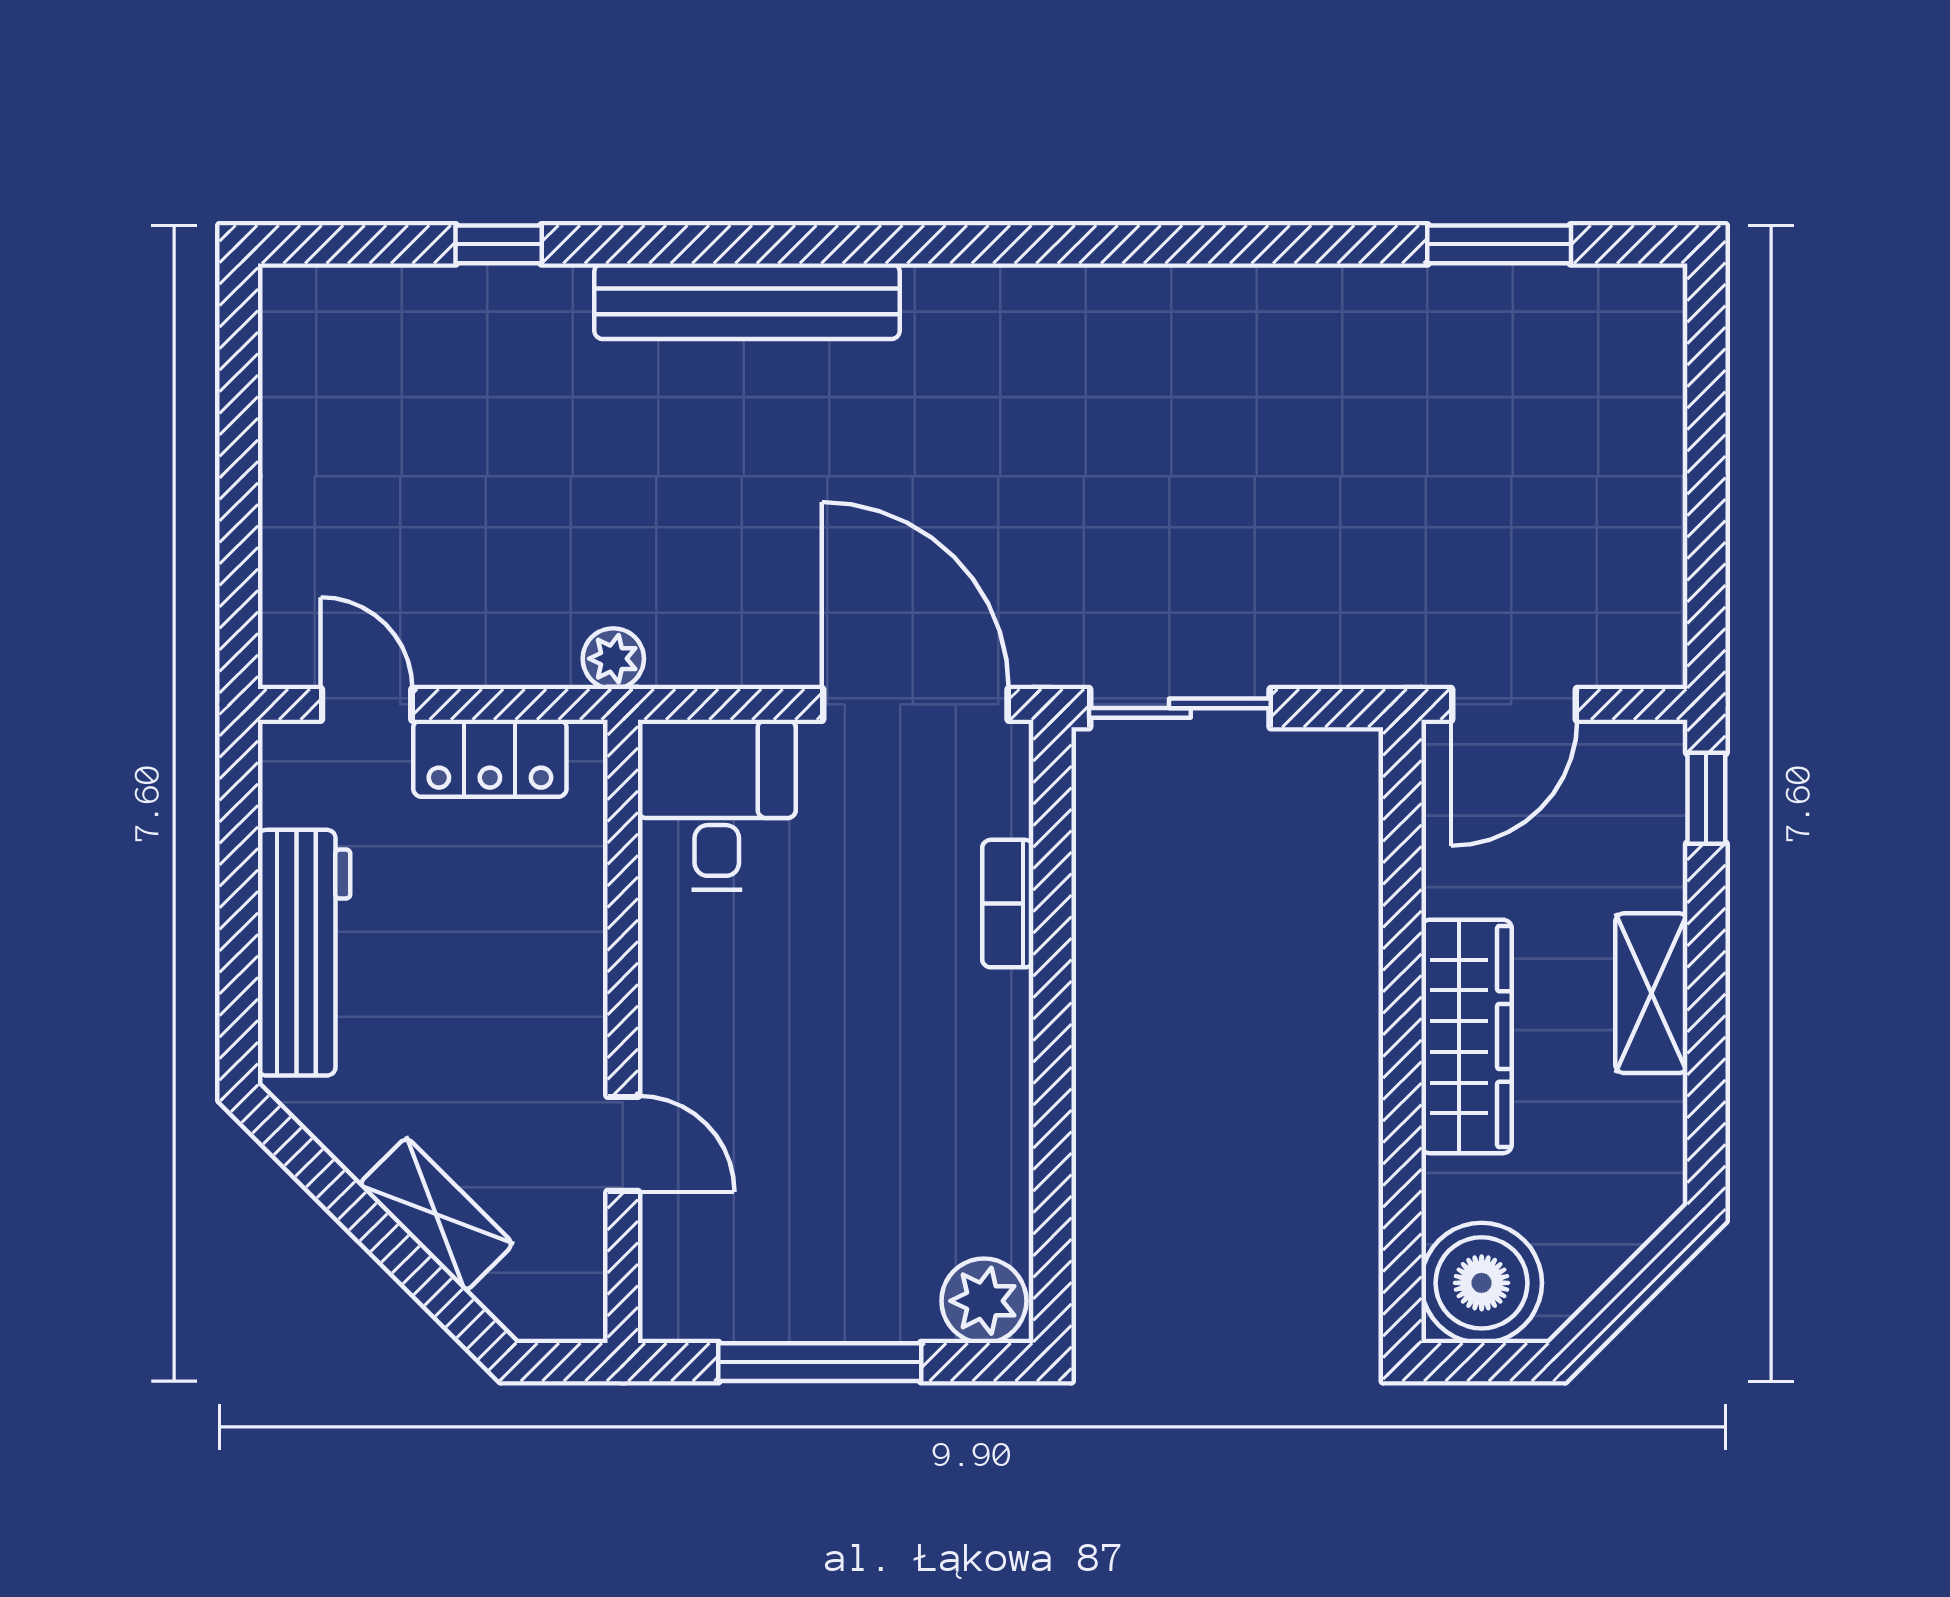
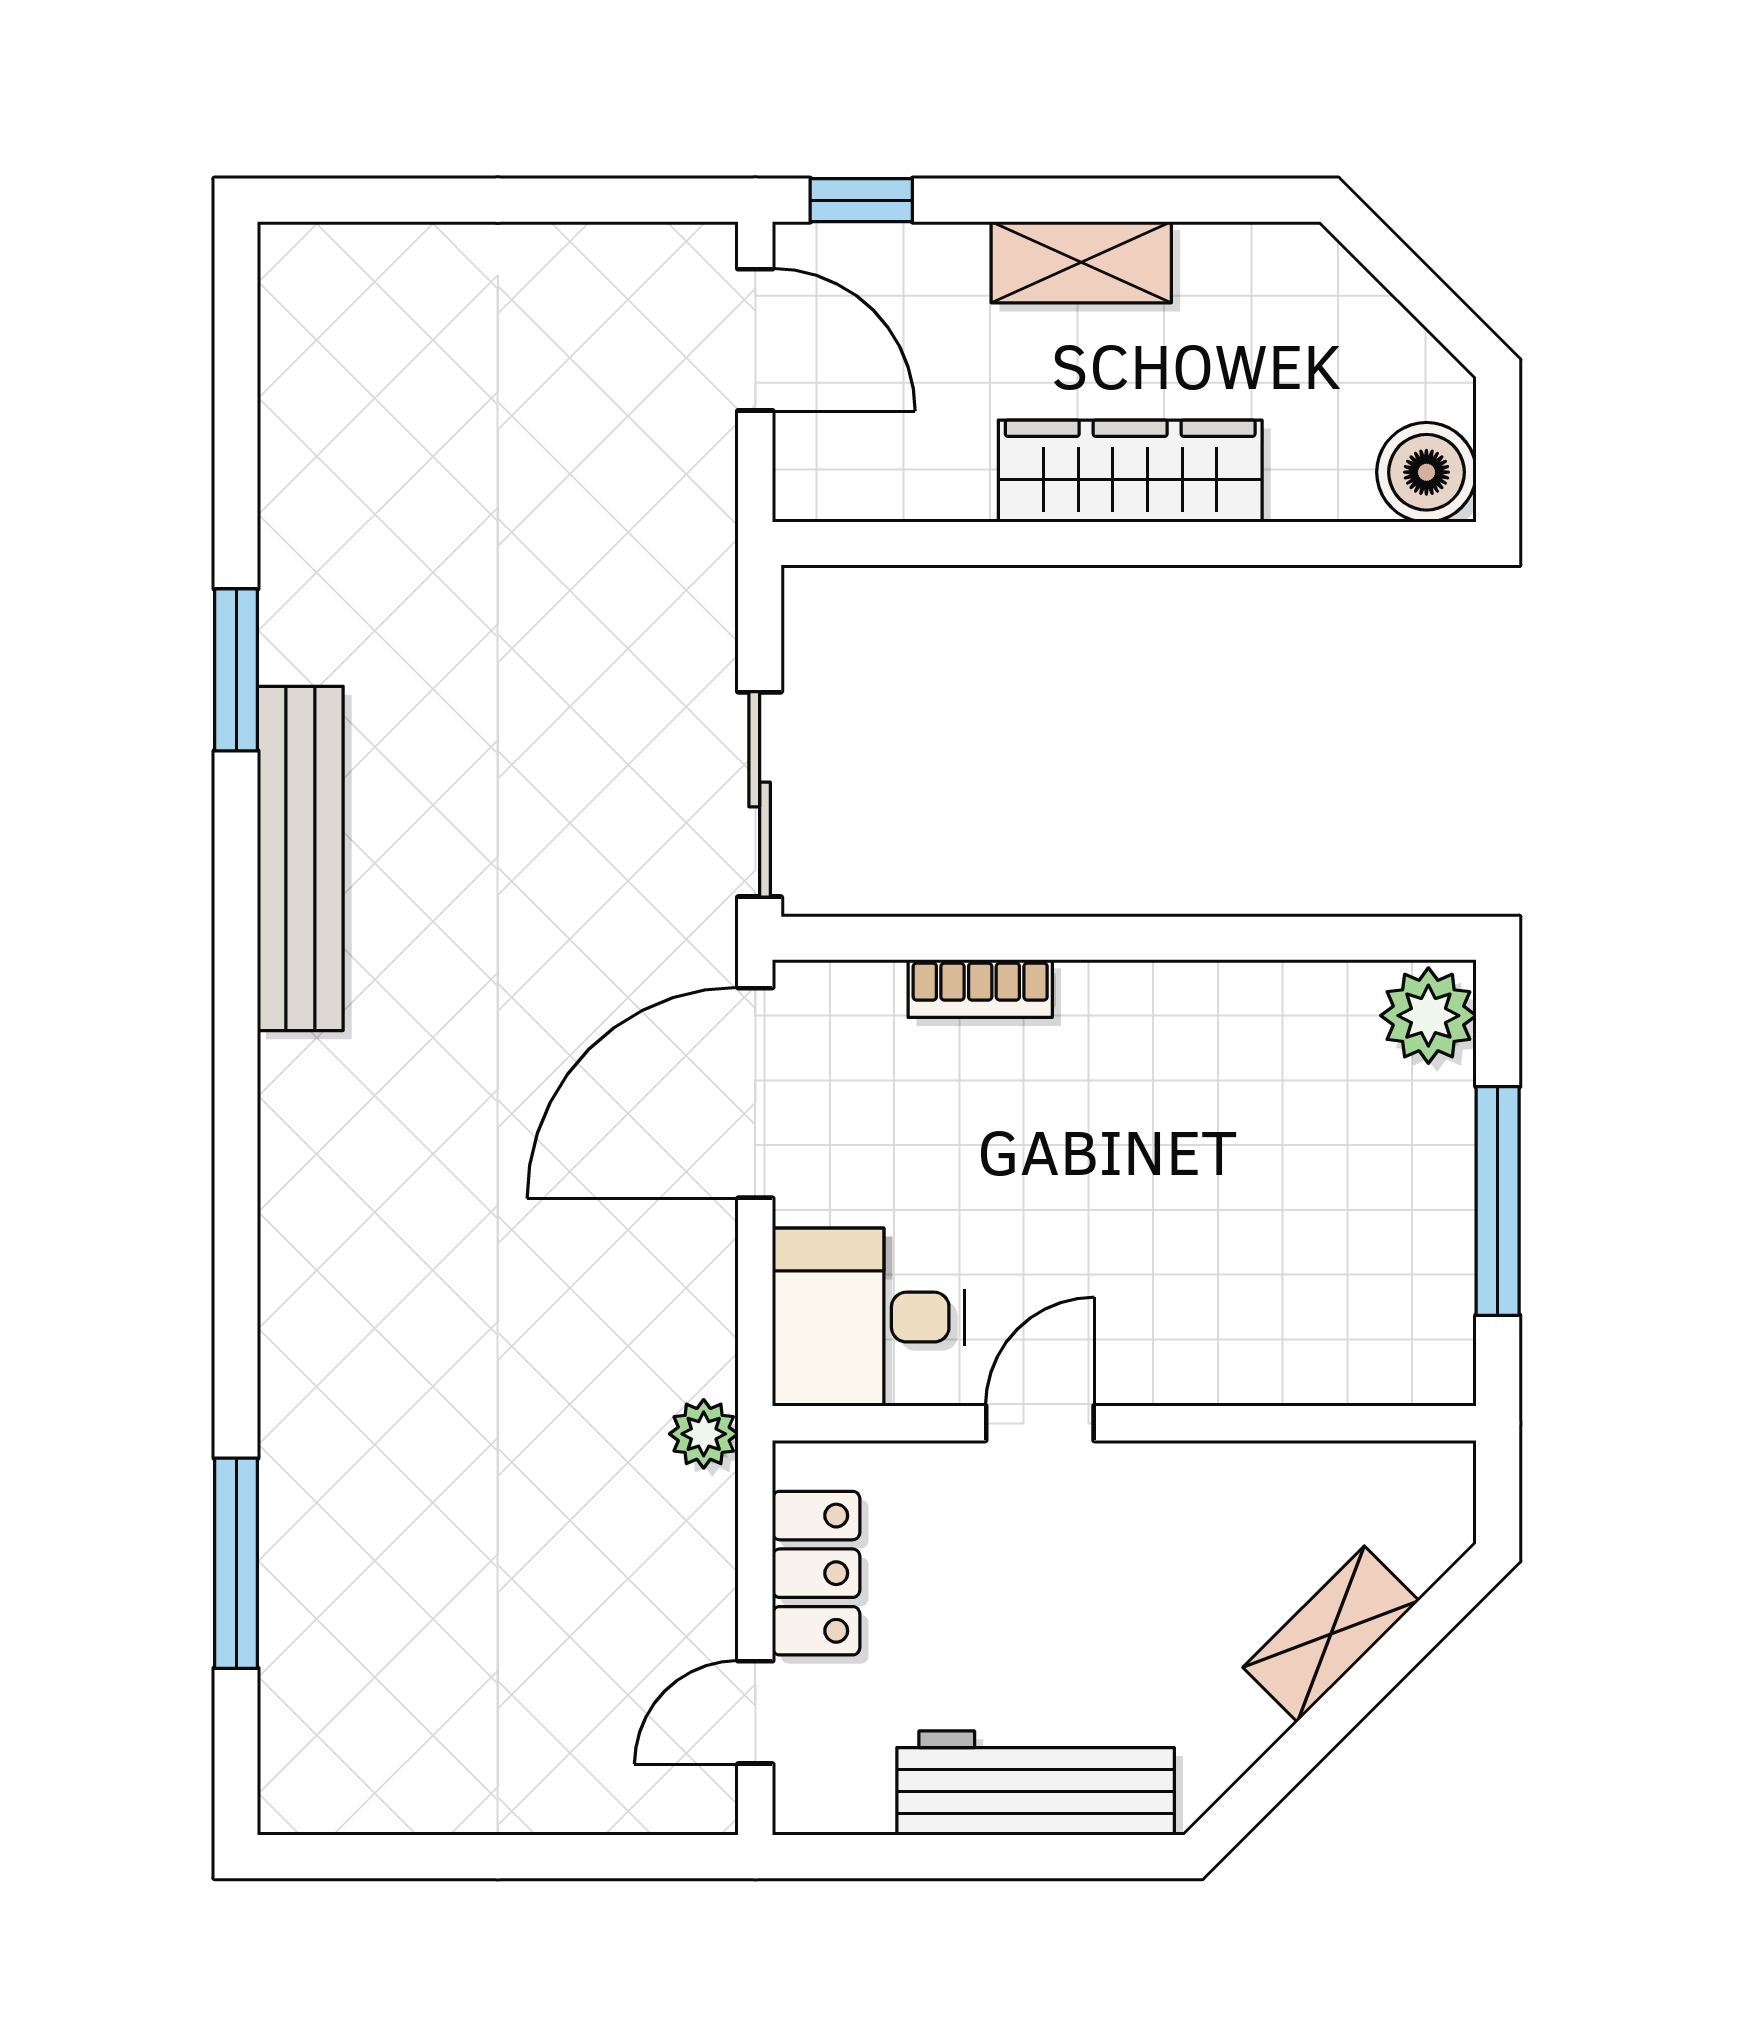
window: (499, 244) -> (236, 1563), width x2.17
window: (1499, 244) -> (236, 670), moved
bench: (747, 301) -> (300, 858), moved
door: (1514, 704) -> (755, 340), moved
door: (623, 1144) -> (1040, 1423), moved
boiler: (1482, 1283) -> (1426, 472), width x0.73, depth x0.73

